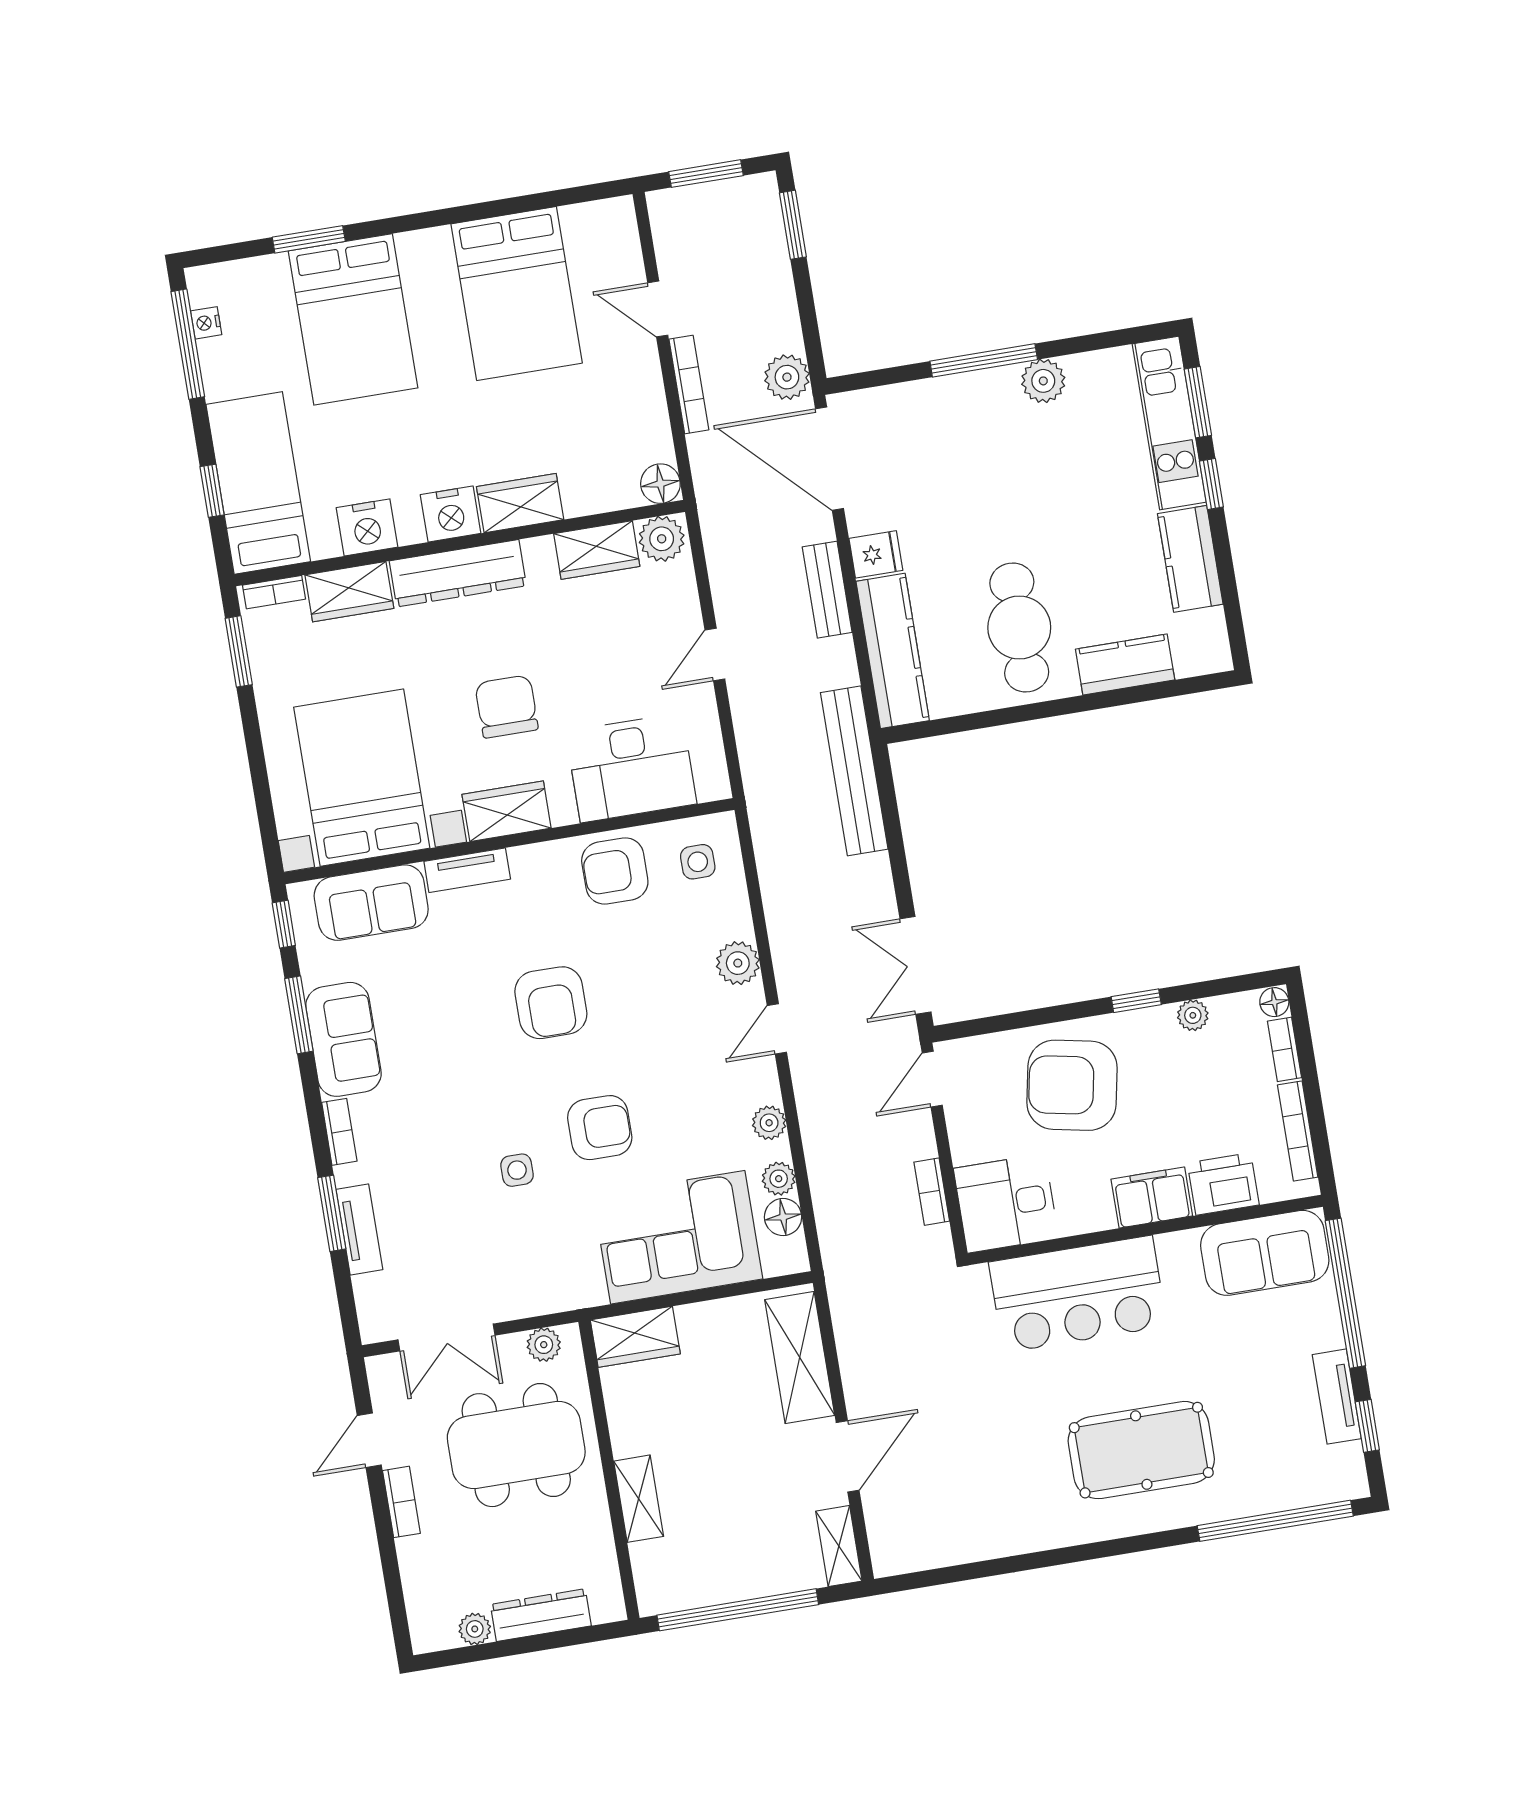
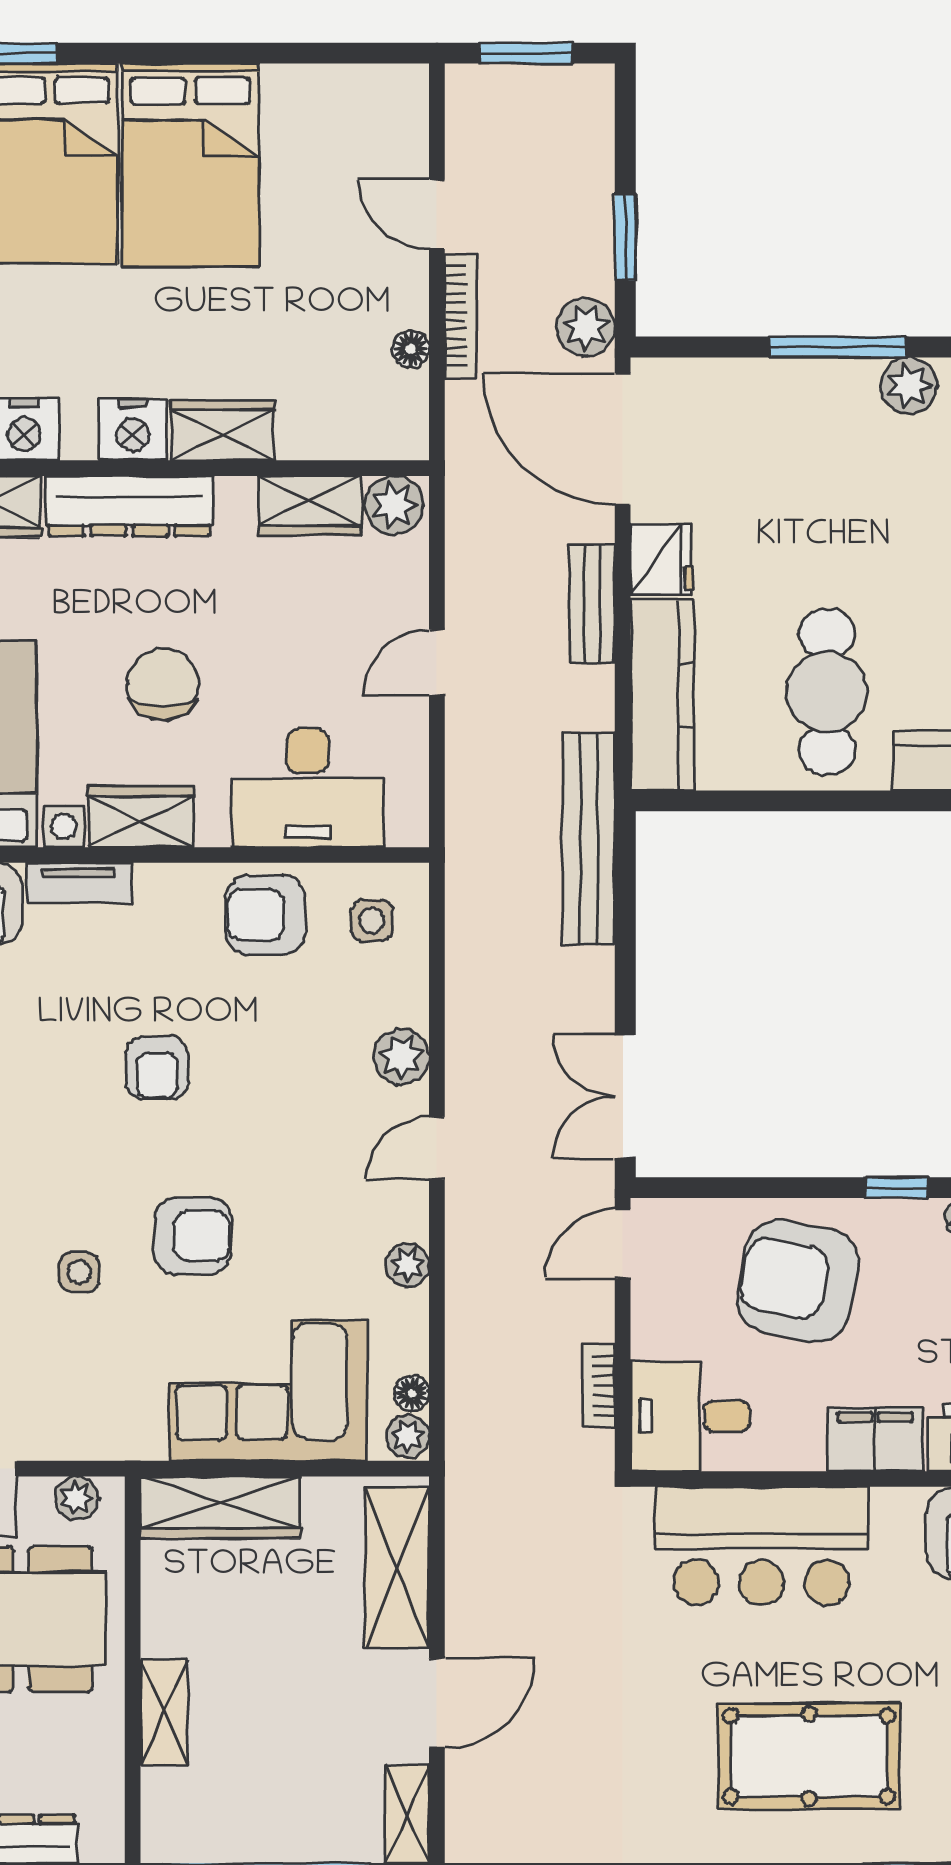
window: (793, 225) -> (625, 237), moved
bed: (517, 294) -> (190, 165), moved
floor lamp: (660, 484) -> (411, 349), moved, width x0.73, depth x0.73
fridge: (876, 554) -> (661, 560), width x1.38
armchair: (551, 1003) -> (157, 1068), width x0.72, depth x0.72
plant: (779, 1179) -> (408, 1436), moved
floor lamp: (783, 1217) -> (412, 1393), width x0.73, depth x0.73
wardrobe: (635, 1337) -> (220, 1507), width x1.50

